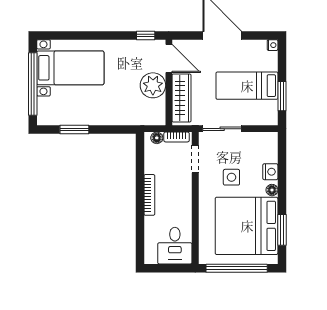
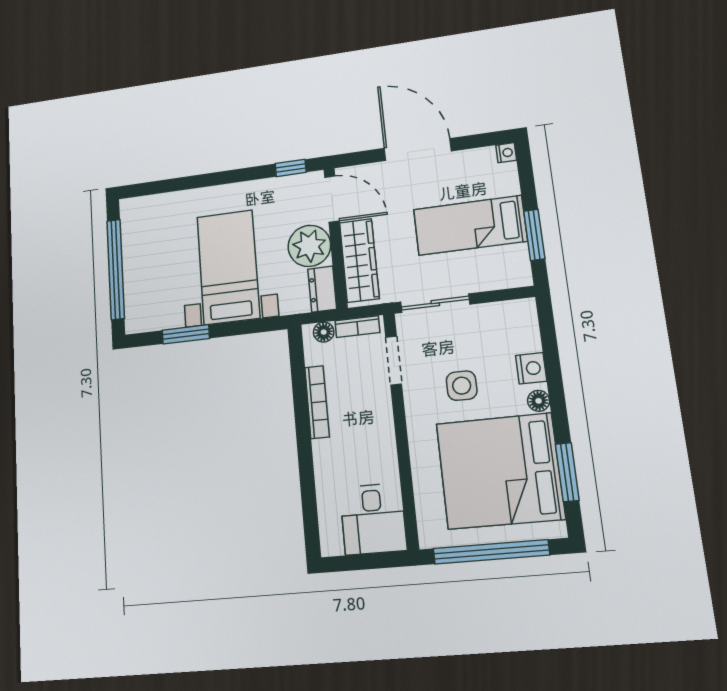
bed with nightstands: (70, 68) -> (228, 267), moved, turned -90
dresser: (158, 112) -> (322, 289), added
bookcase: (149, 195) -> (317, 402), moved

